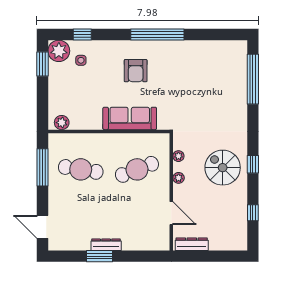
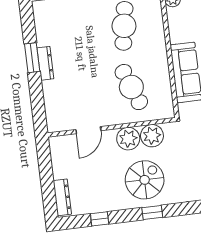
plant: (178, 156) -> (152, 136), width x1.87, depth x1.87
plant: (179, 178) -> (128, 139), width x1.88, depth x1.88
dresser: (192, 244) -> (62, 197), moved

